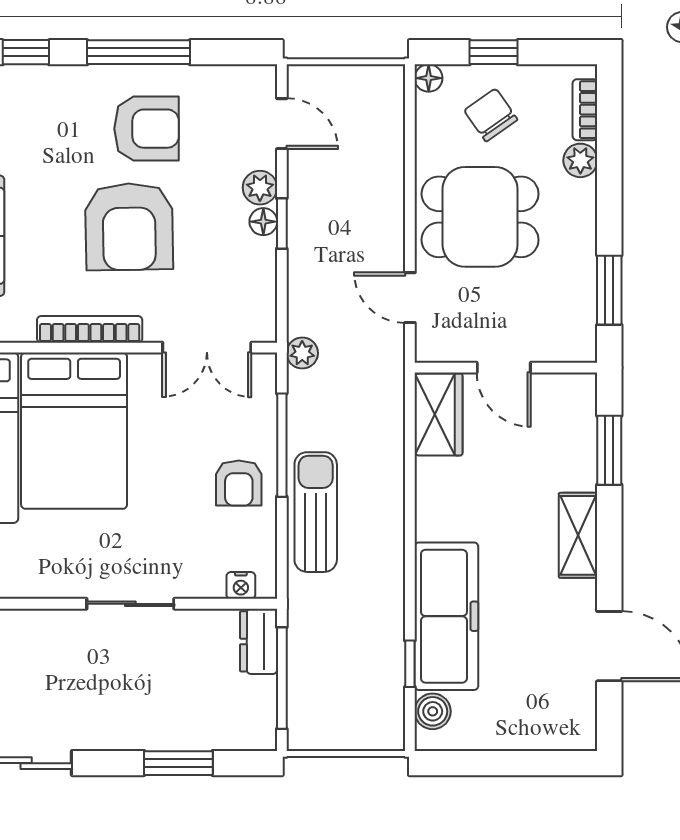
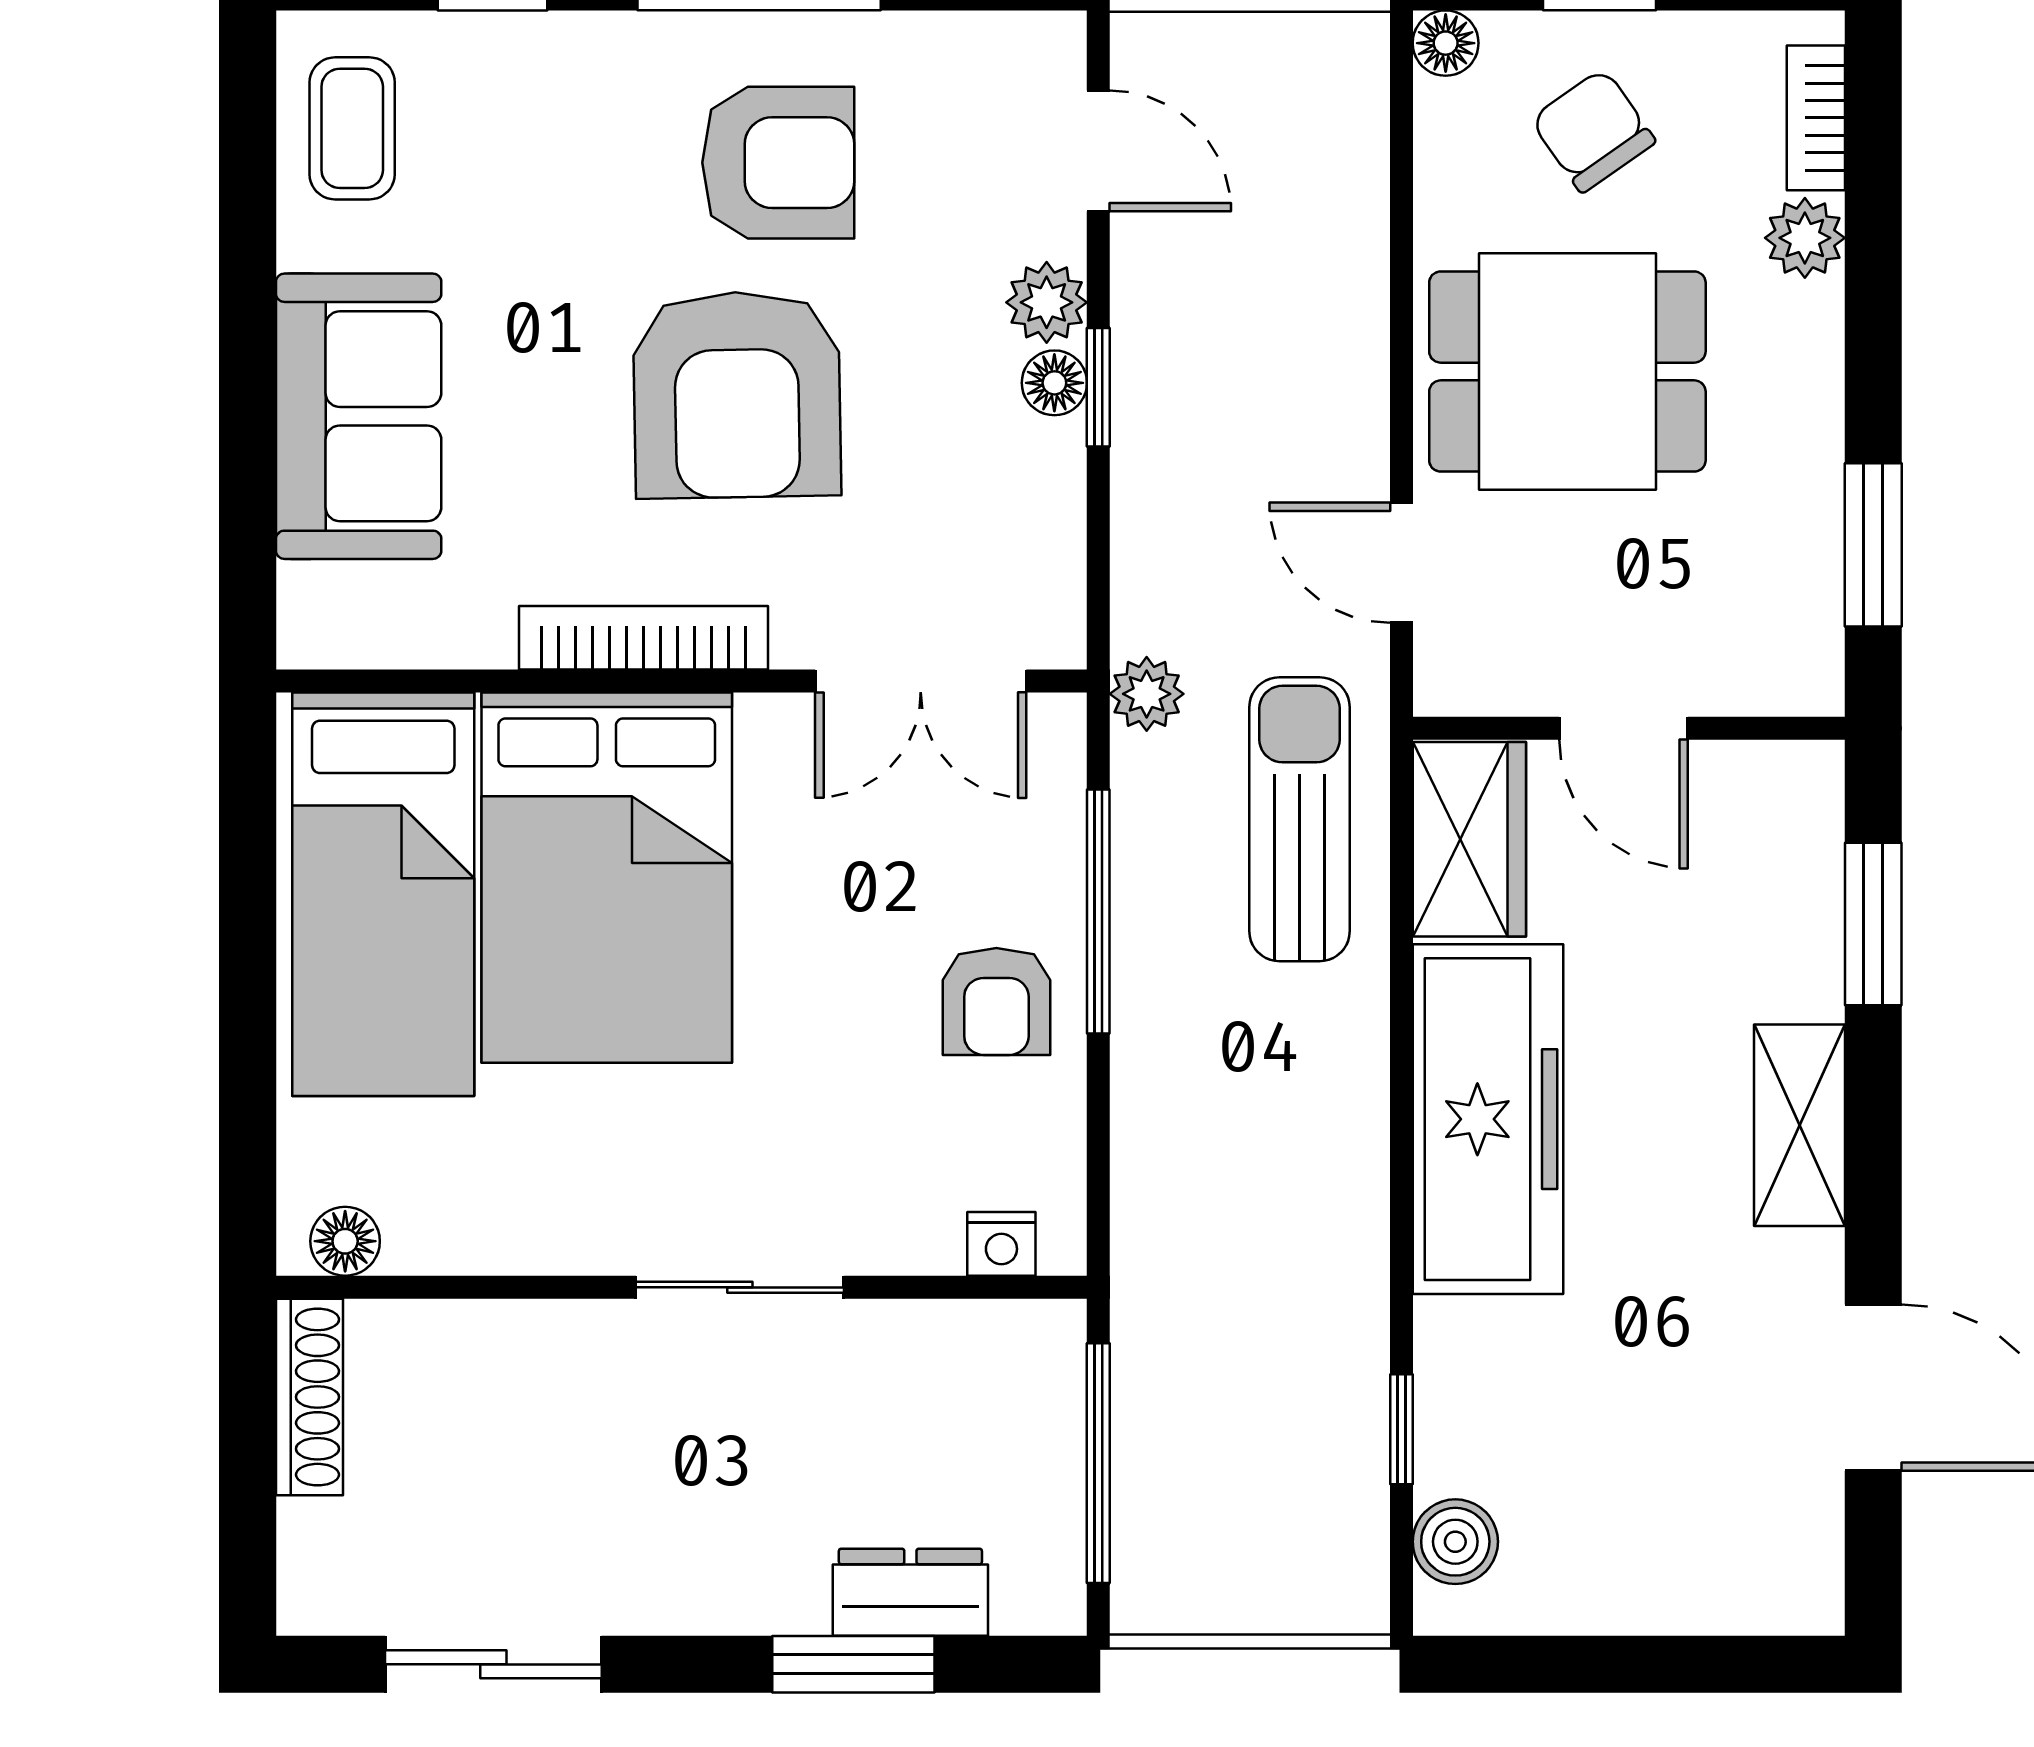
sun lounger: (316, 512) -> (1299, 819), moved
freezer: (446, 616) -> (1488, 1119), moved
dresser: (259, 641) -> (910, 1592), moved, turned 90

